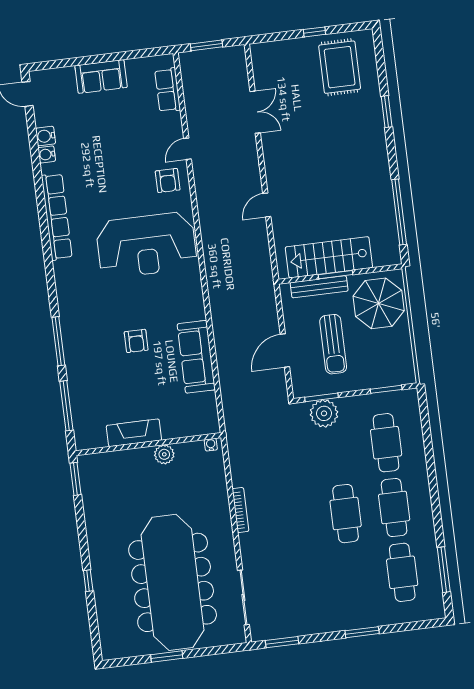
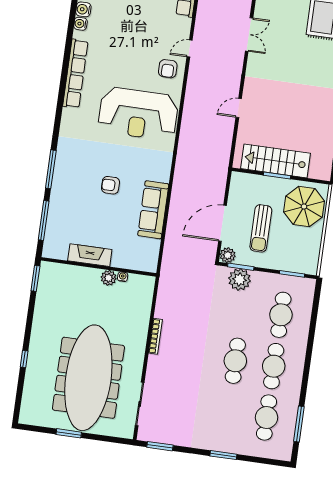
bench: (319, 287) -> (262, 181), removed
armchair: (136, 341) -> (110, 185), turned 90
door: (285, 351) -> (222, 223), width x1.36
plant: (302, 388) -> (228, 255), added
water cooler: (211, 445) -> (123, 277), moved

